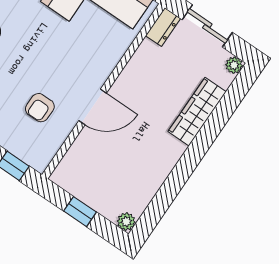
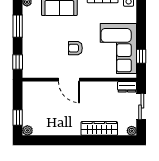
armchair: (40, 108) -> (75, 48), moved
window: (80, 212) -> (18, 118), moved

